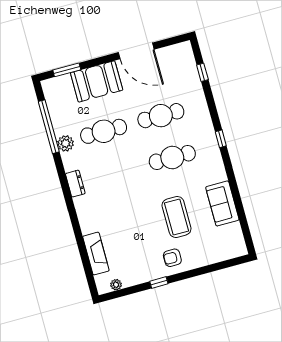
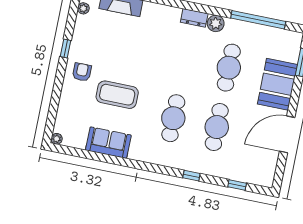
window: (221, 139) -> (191, 176), moved
plant: (66, 143) -> (216, 23), moved
plant: (242, 250) -> (57, 139), added

